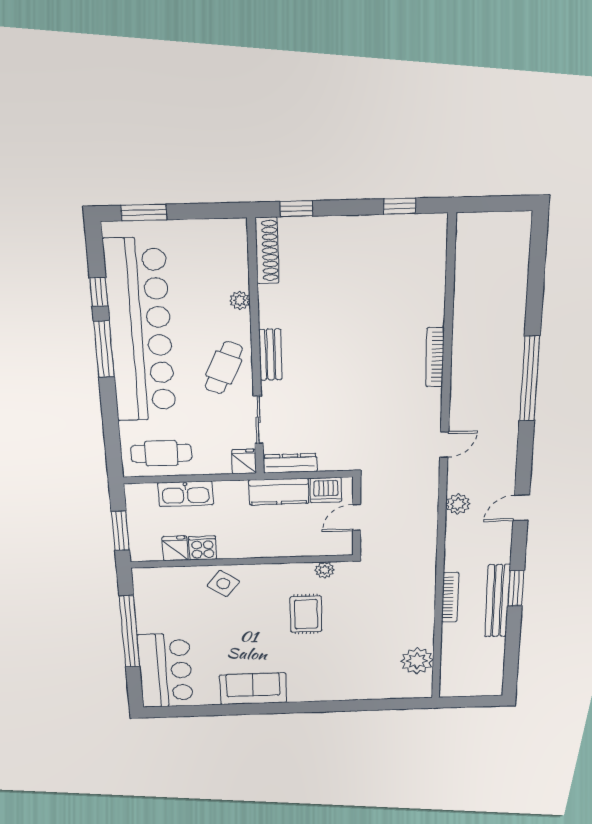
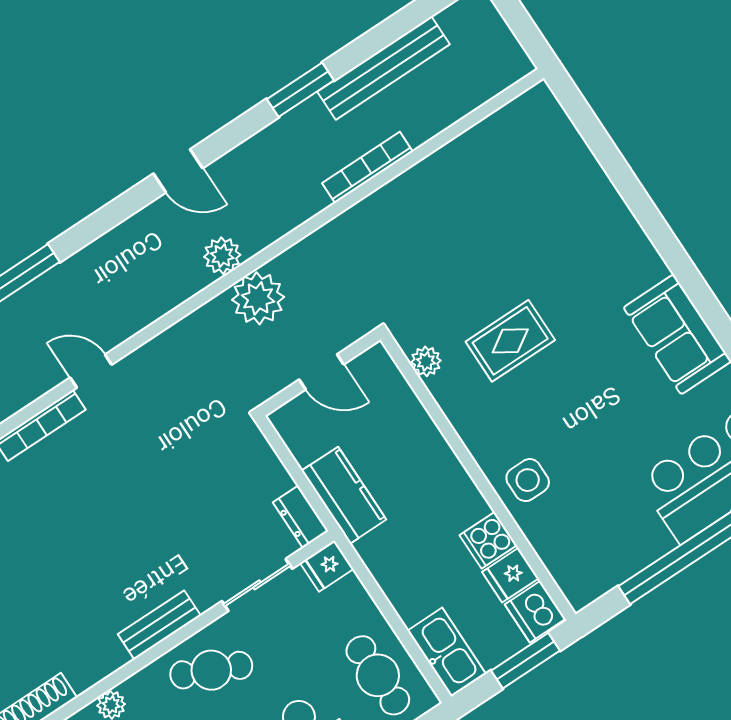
door: (444, 445) -> (91, 371), moved
dresser: (290, 463) -> (301, 517), width x0.70
dishwasher: (326, 490) -> (535, 612), moved, turned 180
kitchen sink: (186, 494) -> (447, 652), moved
side table: (223, 584) -> (528, 480), turned -37
bench: (497, 601) -> (383, 68), moved
plant: (417, 661) -> (258, 298), moved

